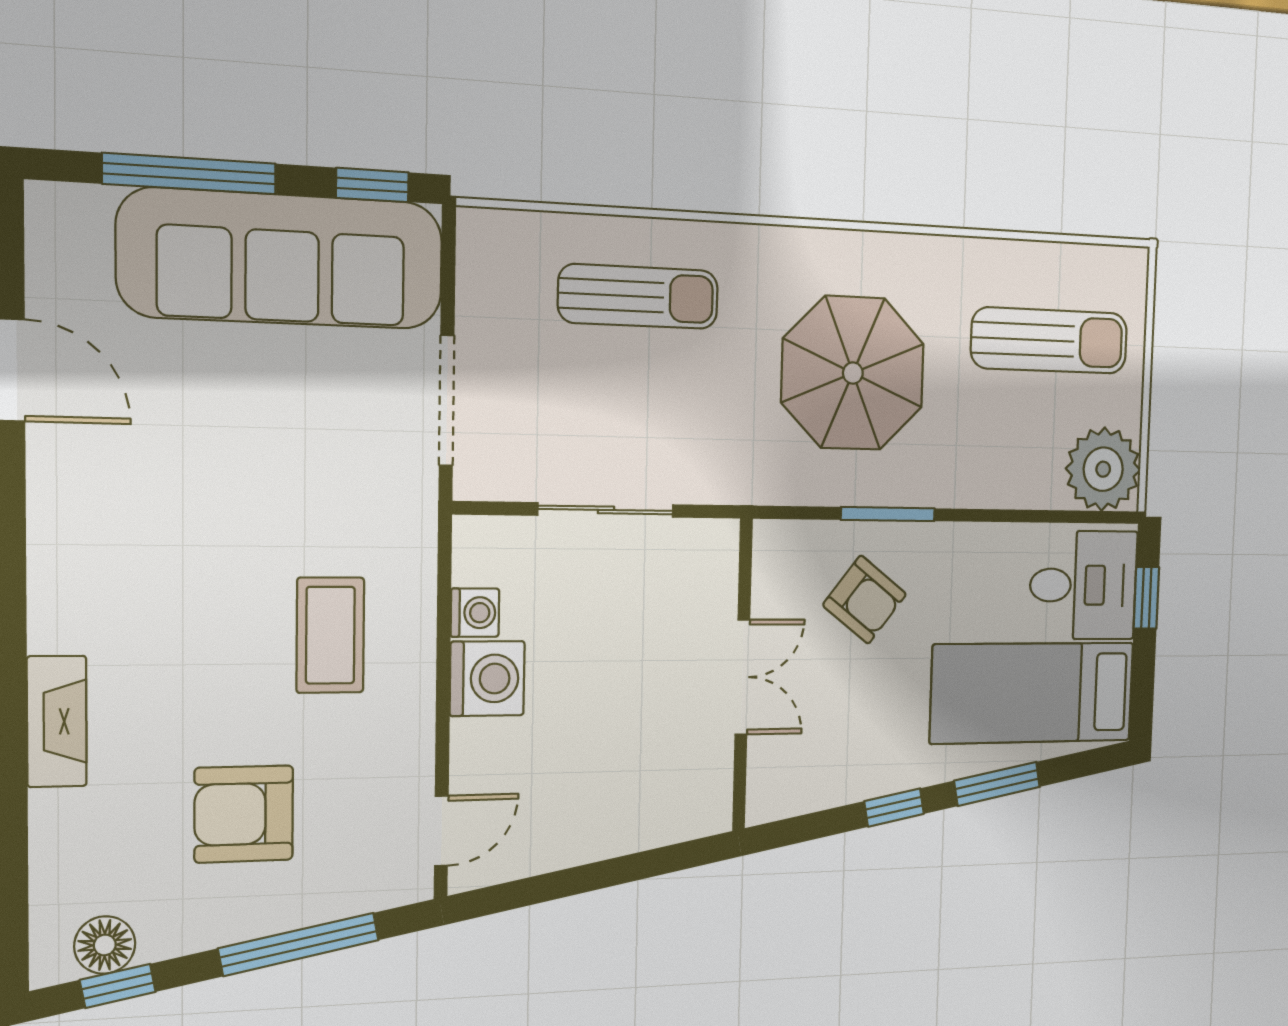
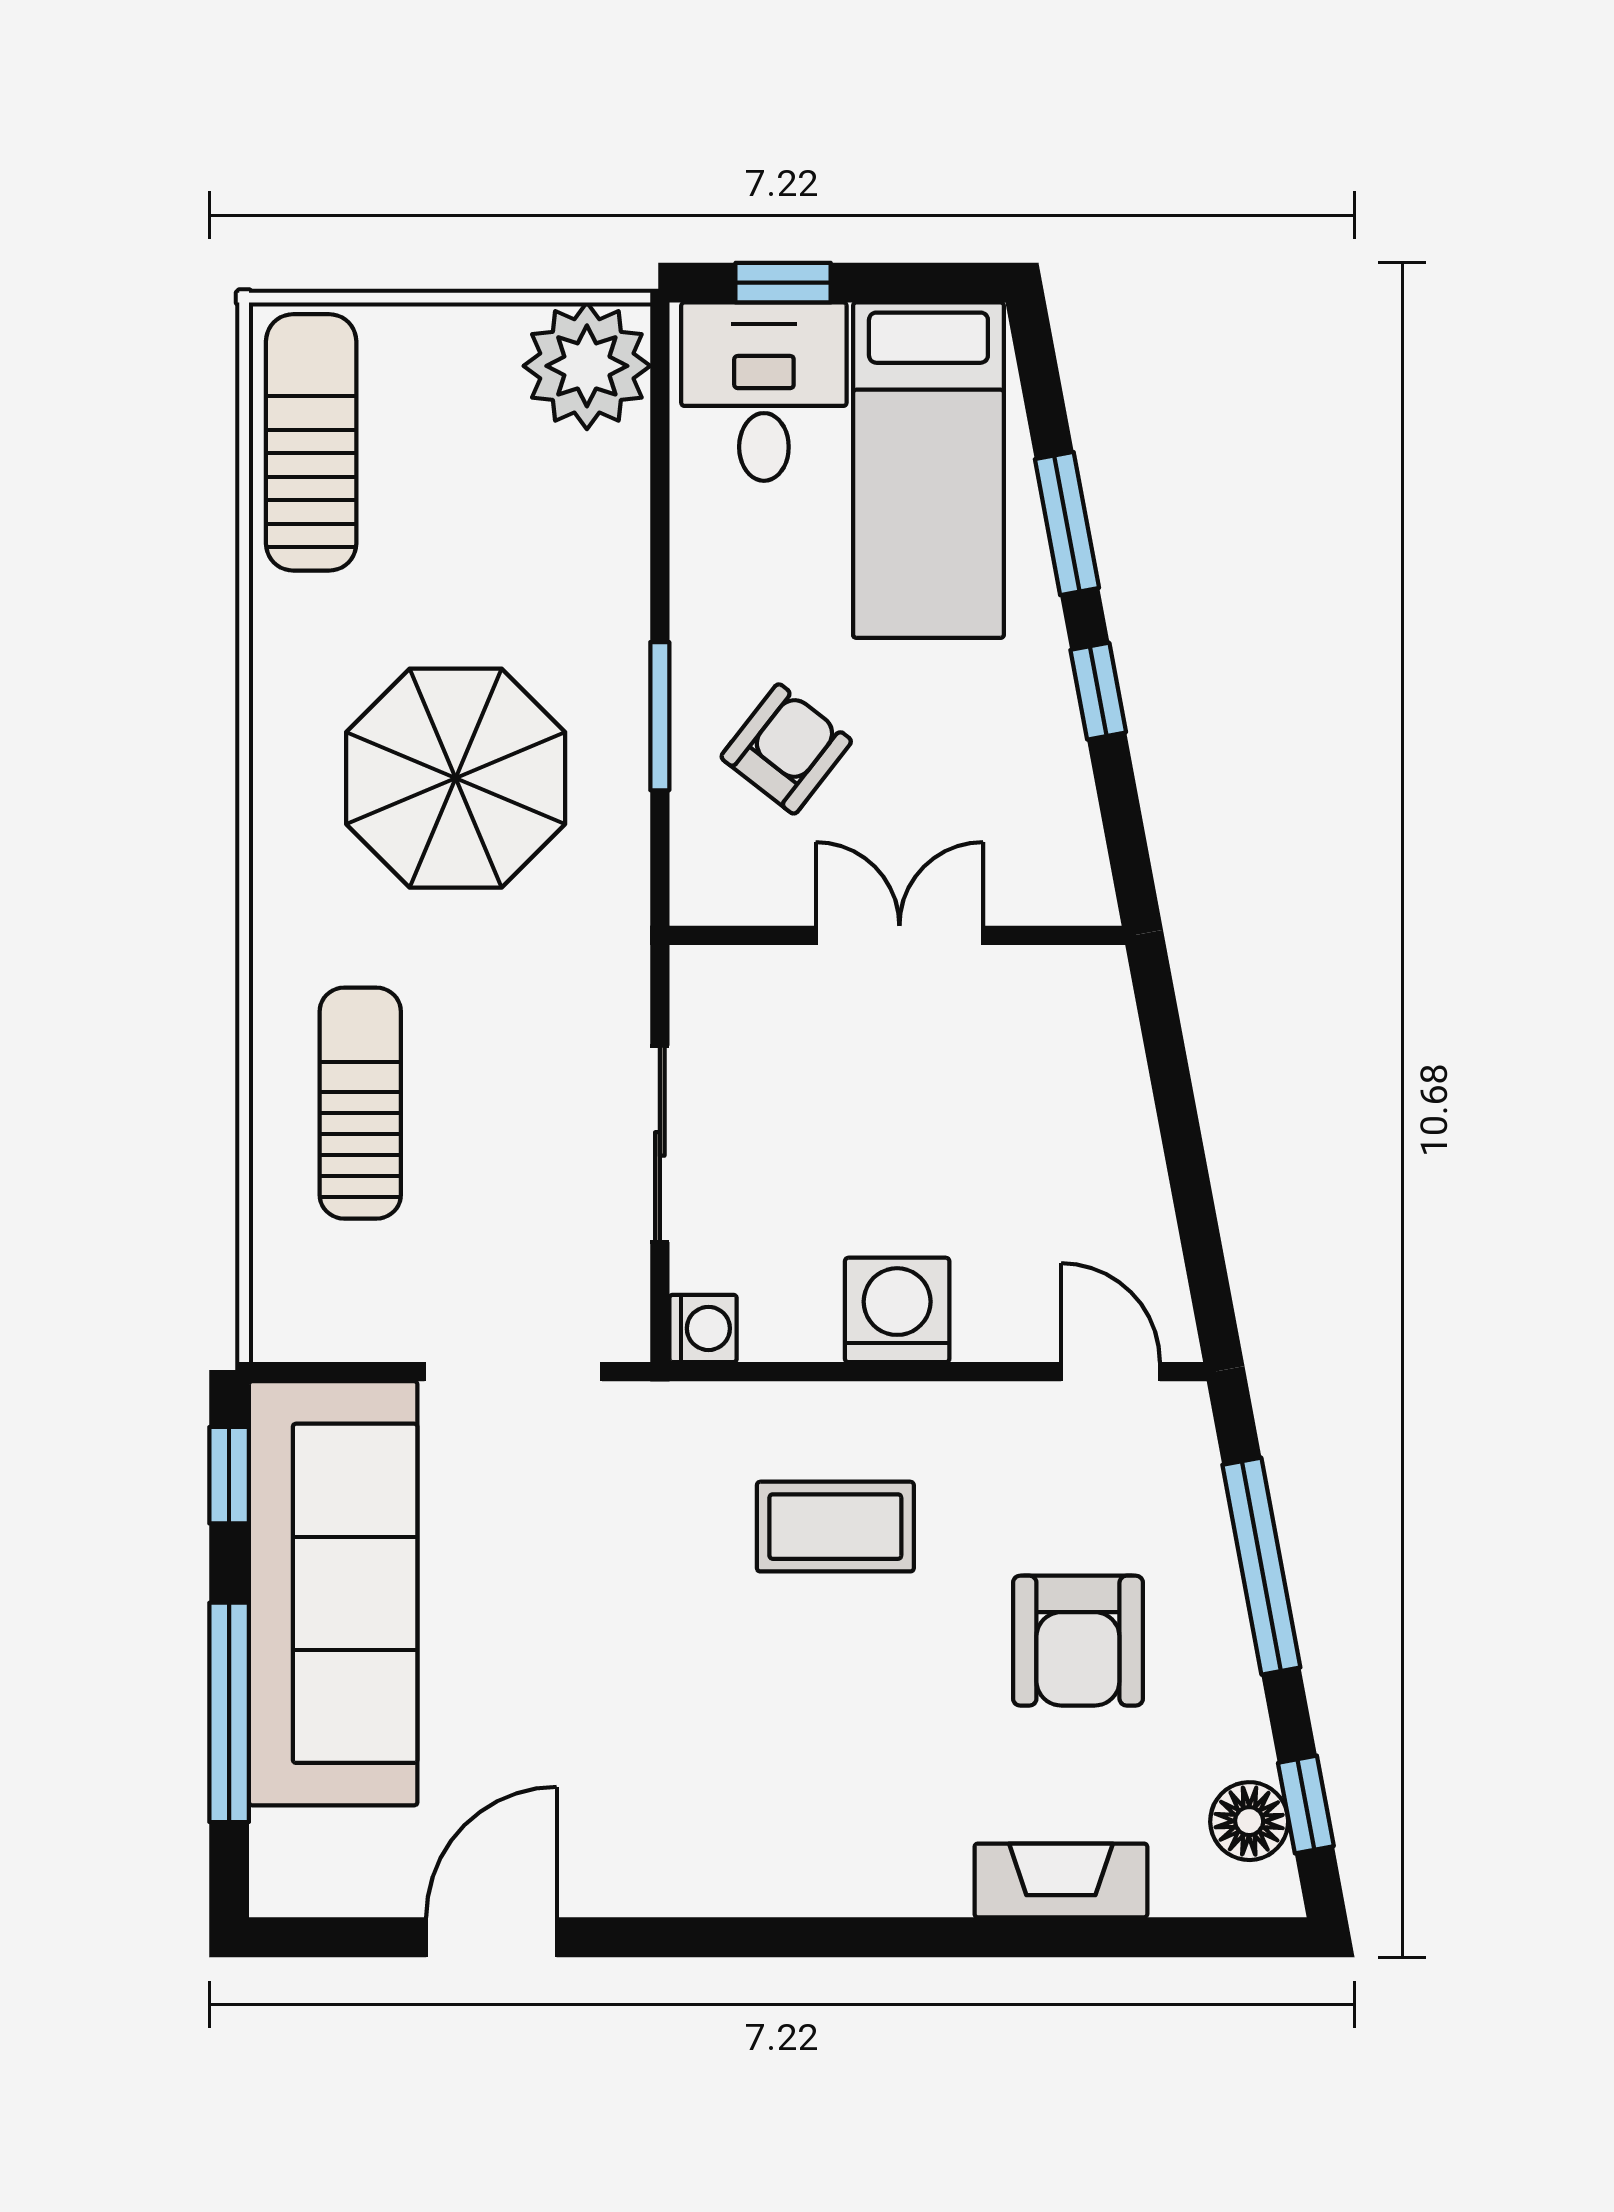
sun lounger: (1049, 341) -> (311, 442), moved
washing machine: (475, 613) -> (703, 1328), moved, turned 90
fireplace: (57, 721) -> (1061, 1880), moved

